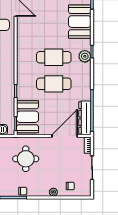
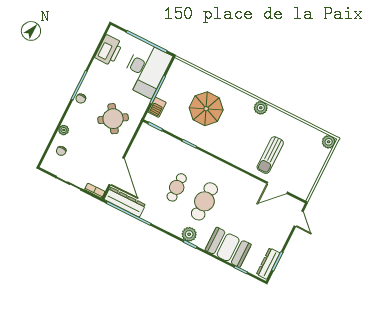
cafe table: (54, 84) -> (177, 187), width x0.73, depth x0.74
booth: (28, 117) -> (156, 143), removed
round table: (26, 159) -> (113, 119), turned -33

